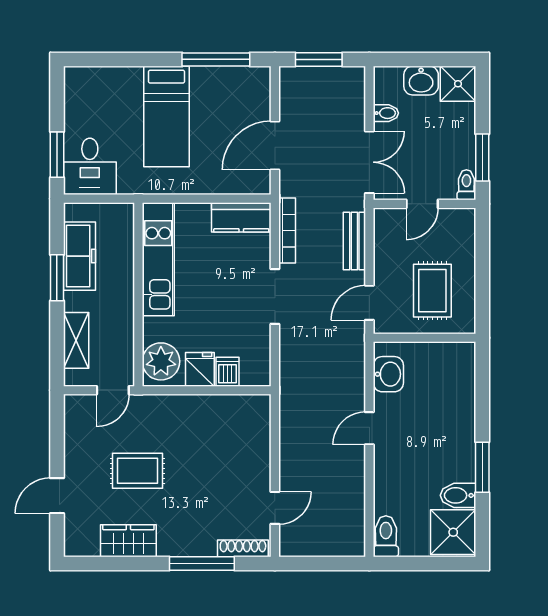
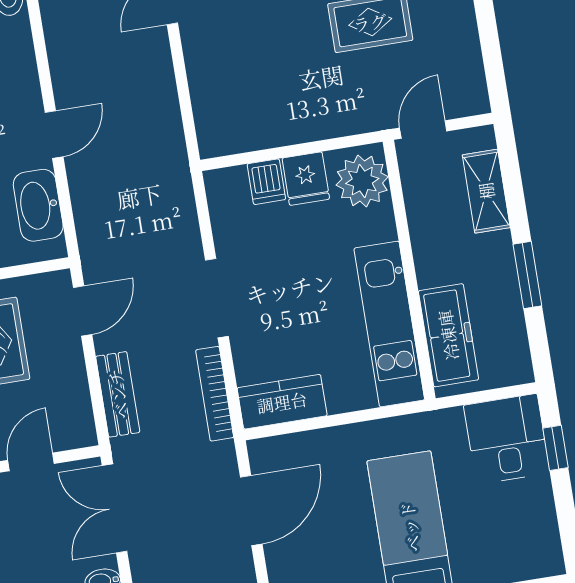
window: (57, 155) -> (555, 448), width x0.67
freezer: (79, 256) -> (448, 335), moved, turned 180
washbasin: (388, 374) -> (38, 205), width x1.38

